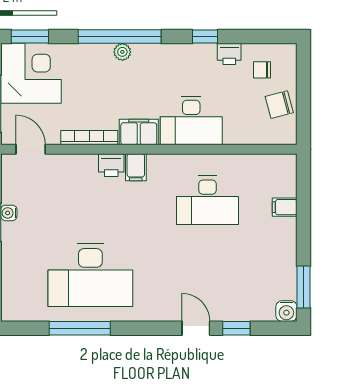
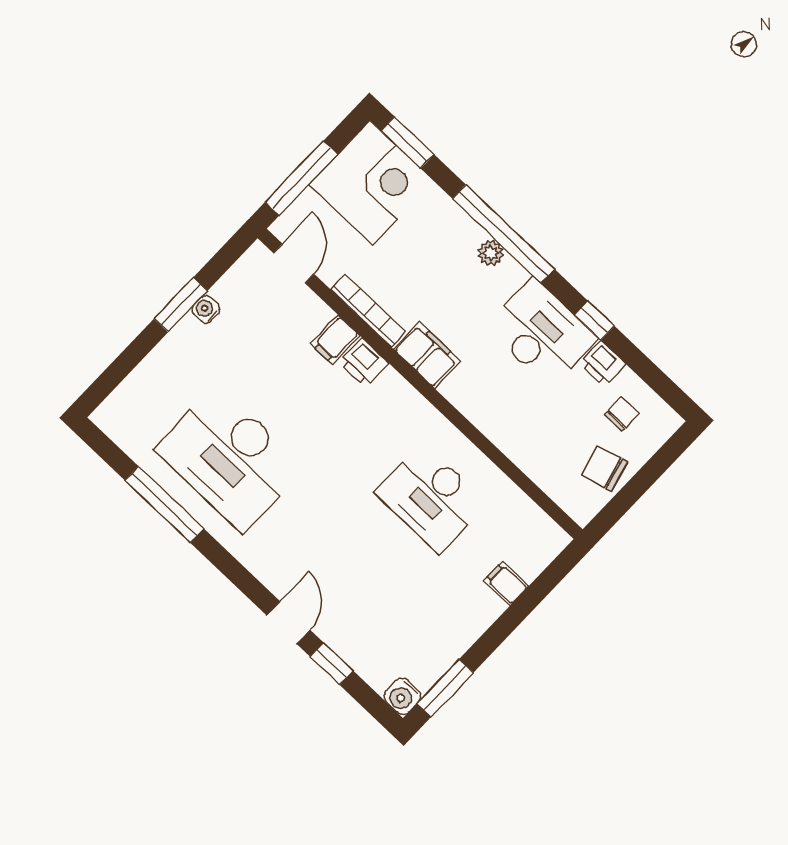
chair: (262, 70) -> (621, 414), turned 90
desk: (191, 121) -> (541, 333), moved, turned 180
filing cabinet: (136, 167) -> (335, 340), moved

